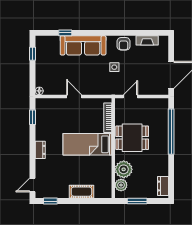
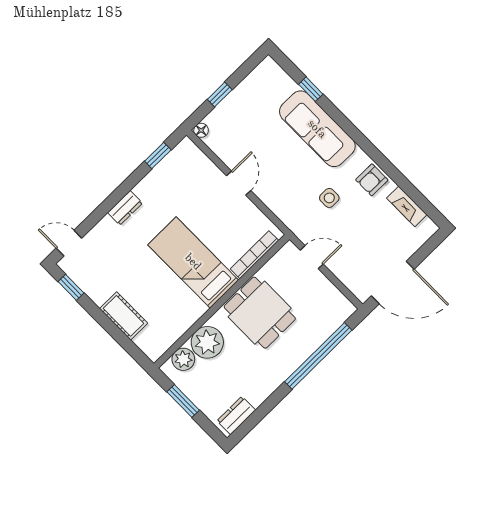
window: (33, 54) -> (220, 95), moved

